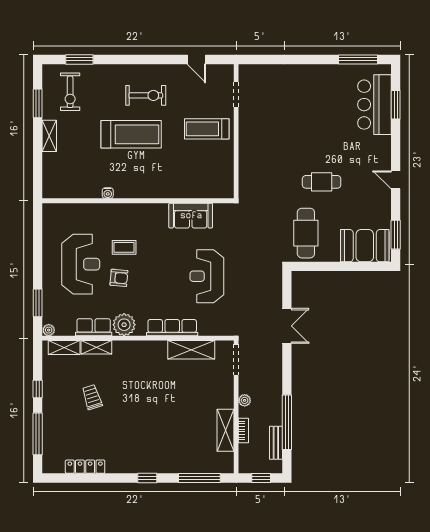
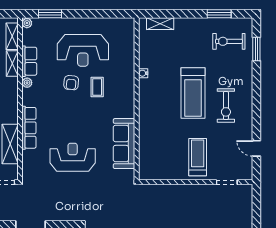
door: (196, 59) -> (256, 148), hinge flipped
shelving: (49, 136) -> (160, 24), moved
sofa: (191, 216) -> (124, 144), width x1.36
plant: (124, 325) -> (27, 83), width x0.53, depth x0.53

